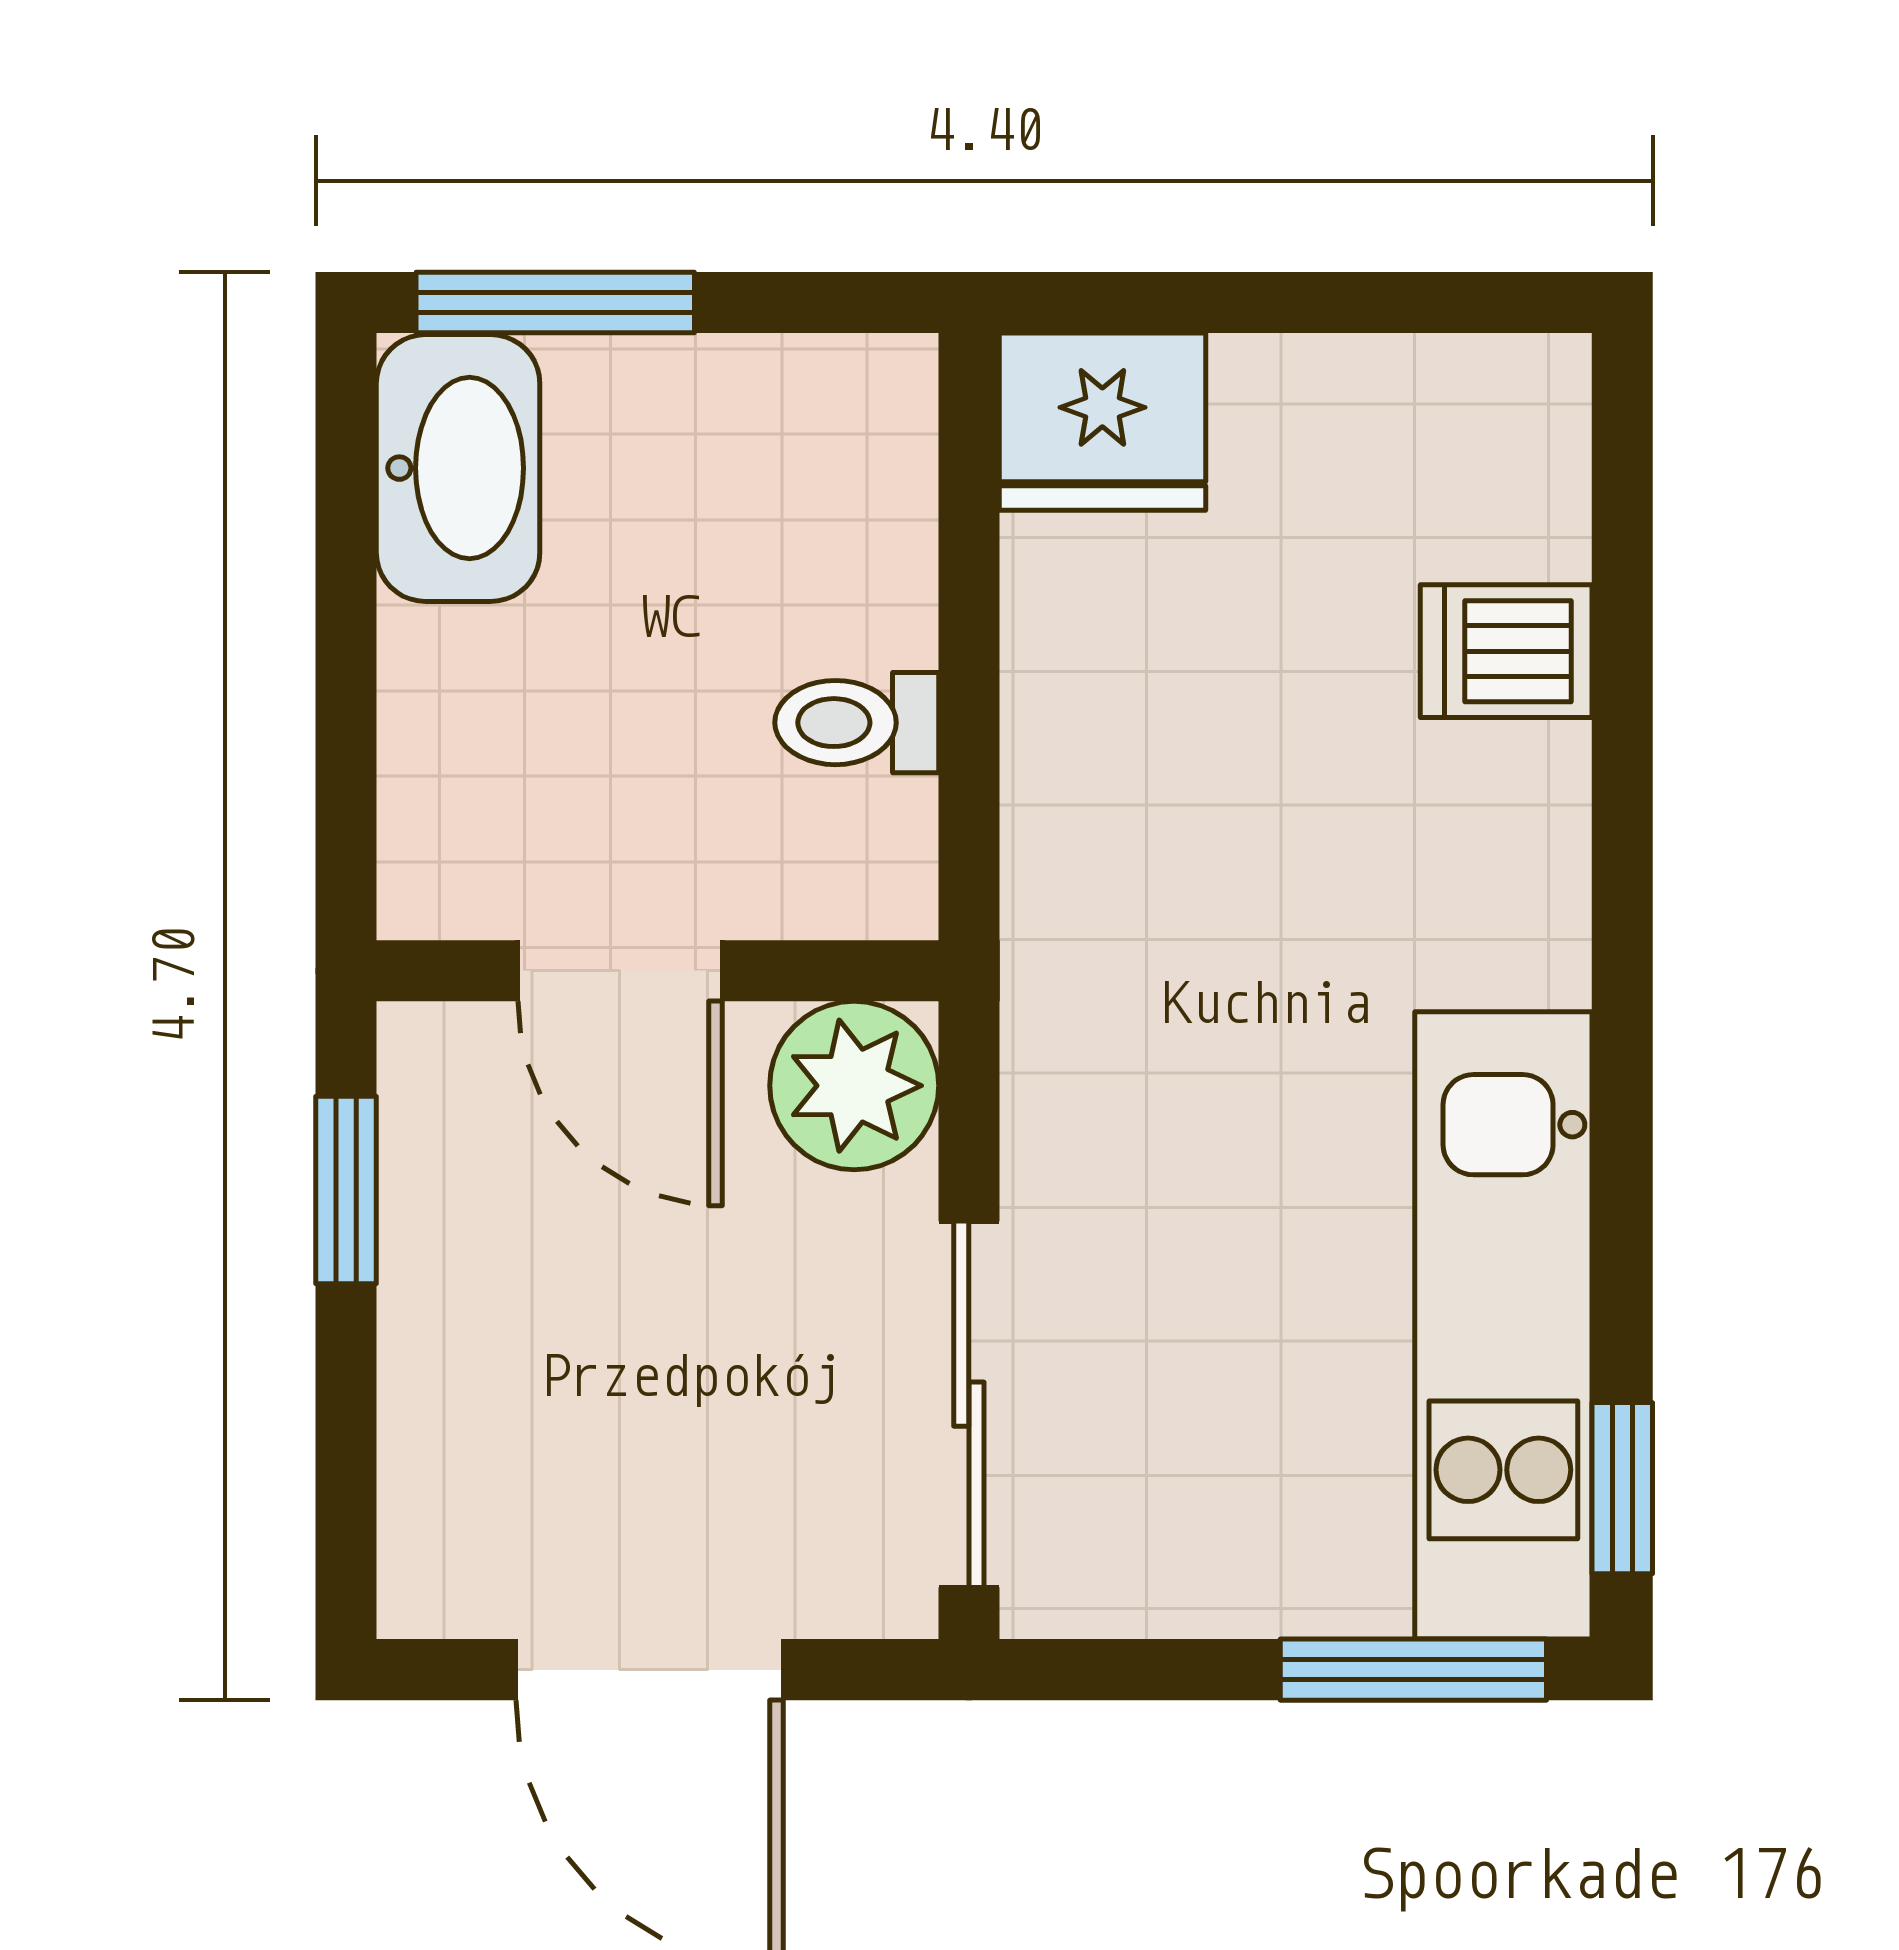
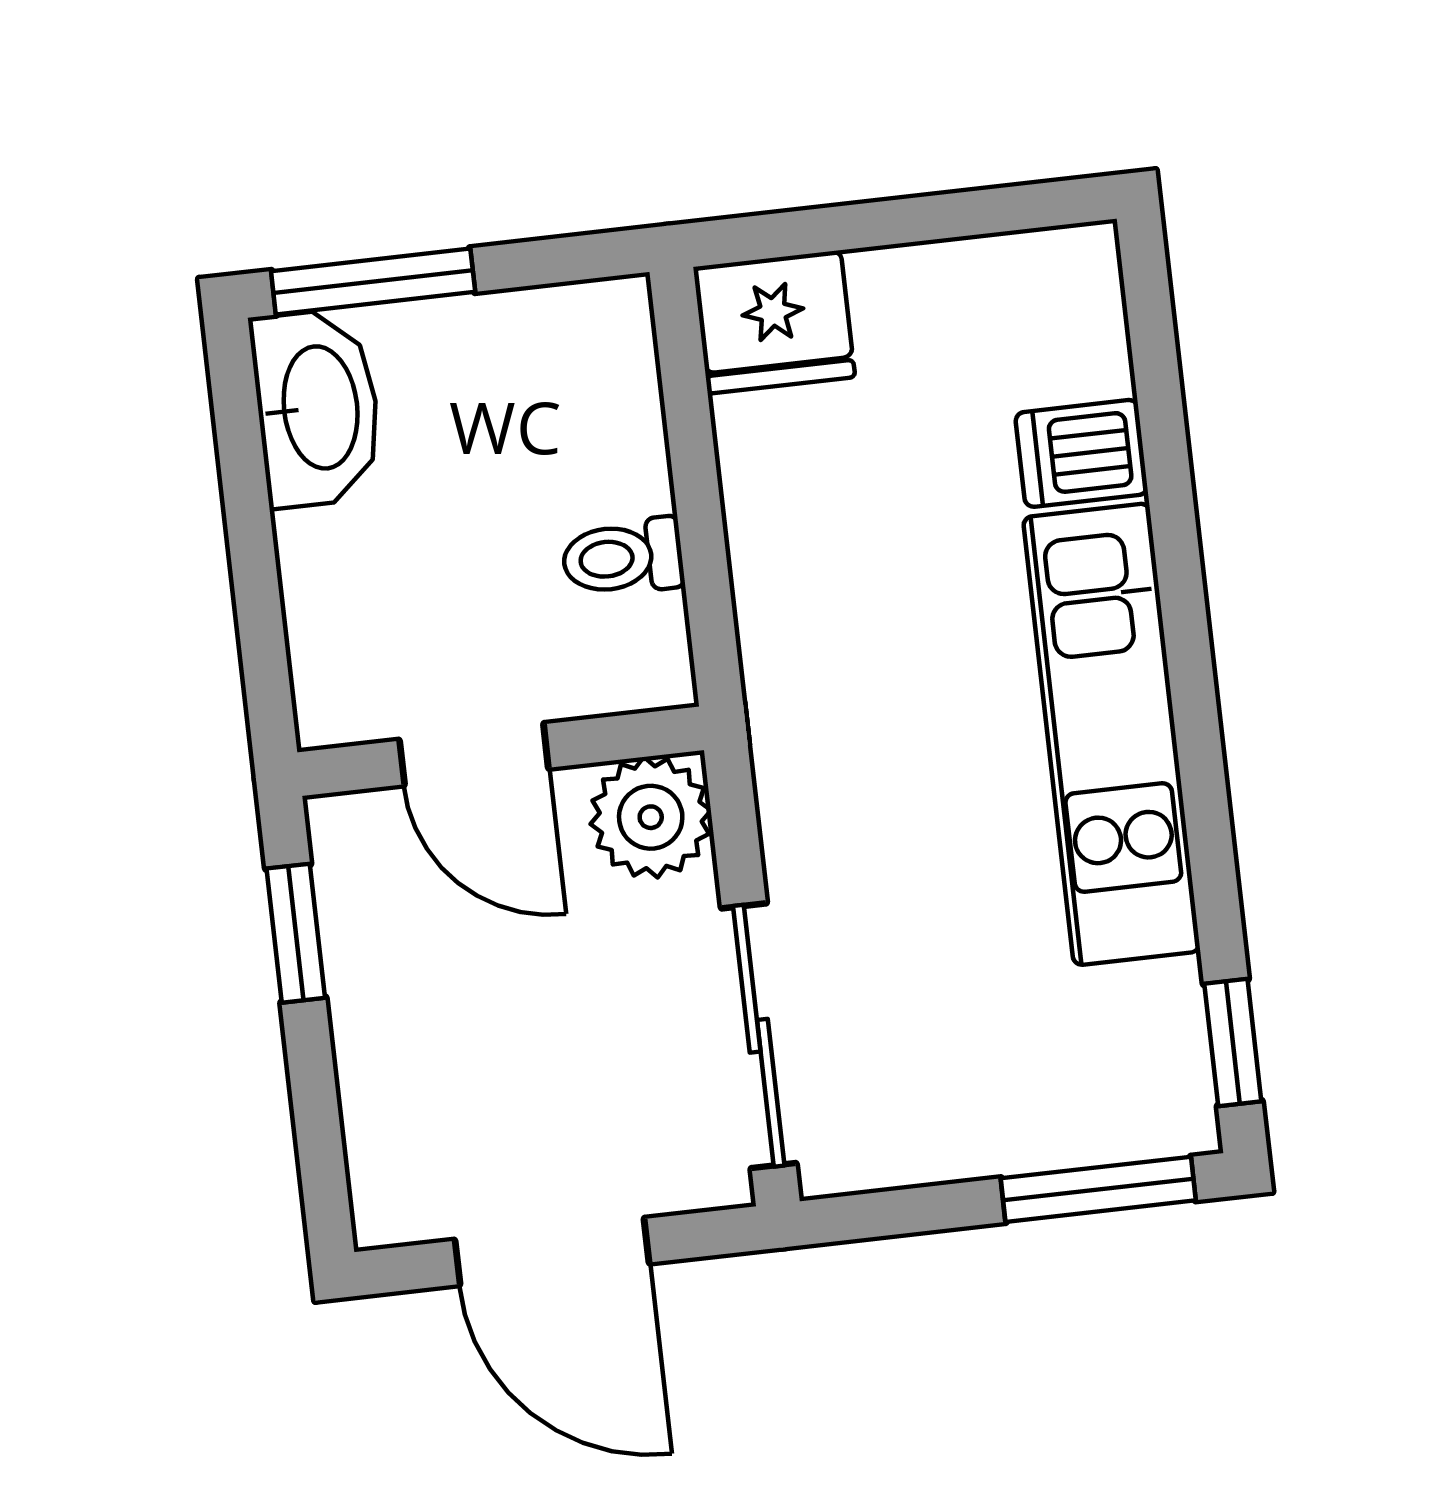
kitchen unit: (1503, 1325) -> (1112, 734), moved

